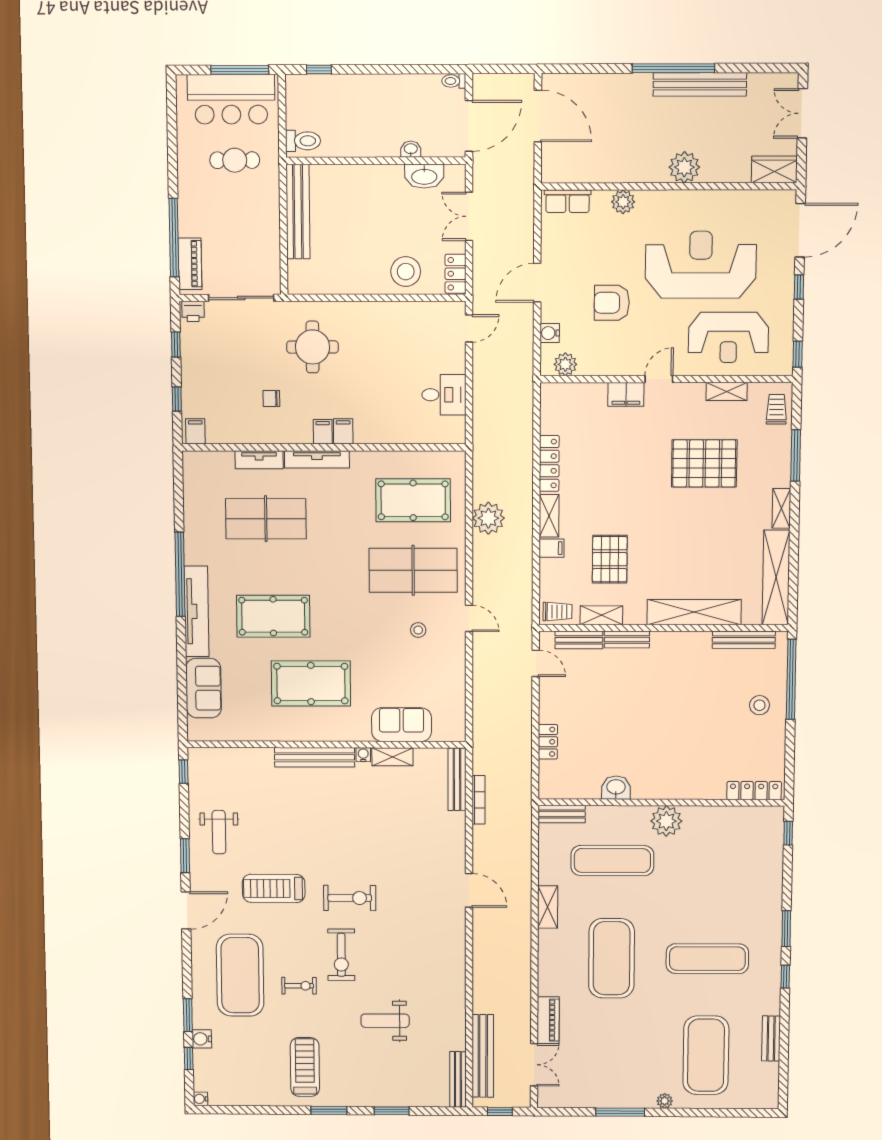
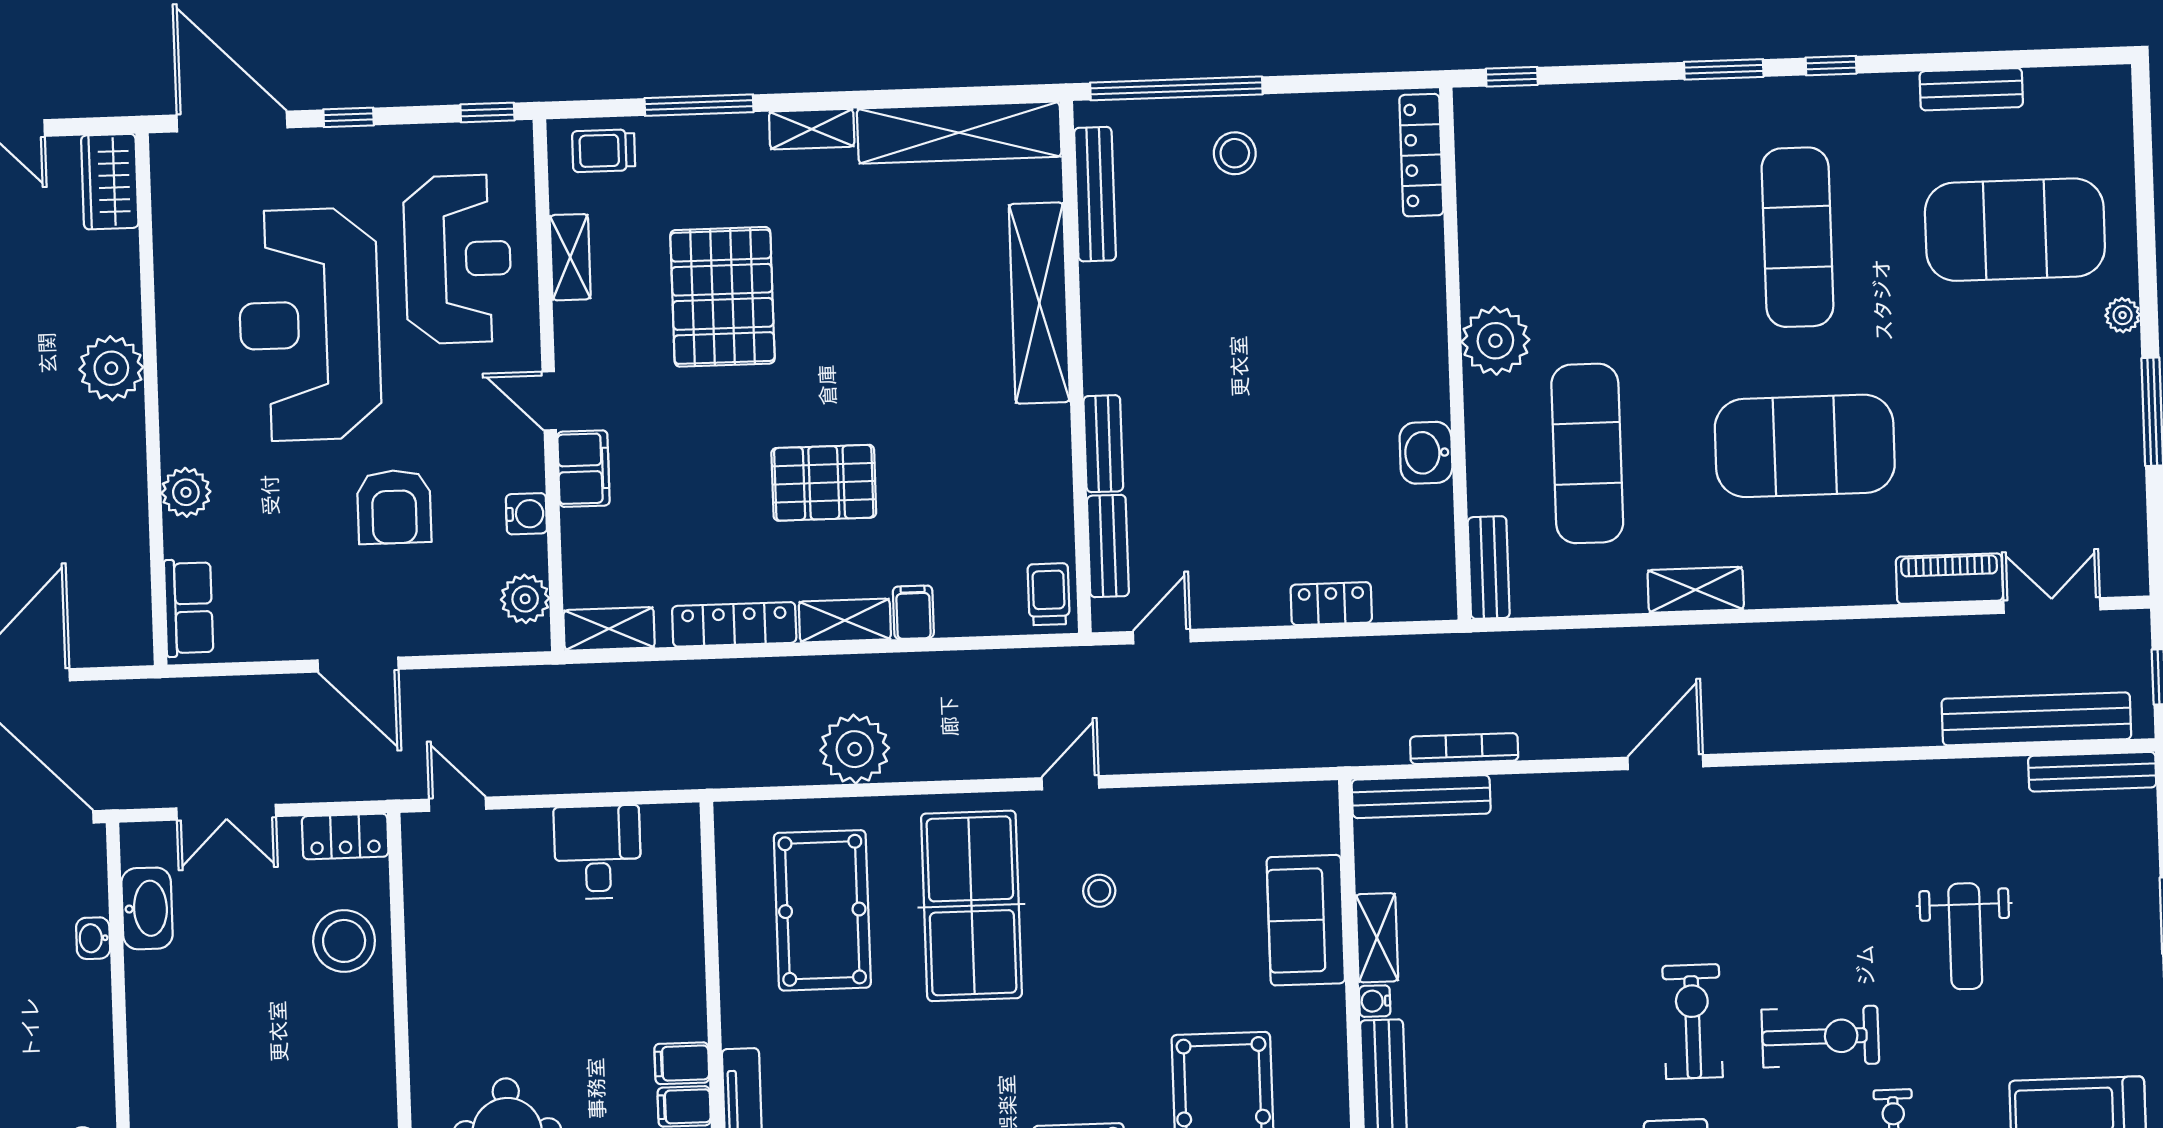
water cooler: (550, 333) -> (526, 514), moved, turned -90
pallet: (610, 559) -> (824, 483), moved
shelving: (601, 615) -> (609, 629), moved, turned 90

